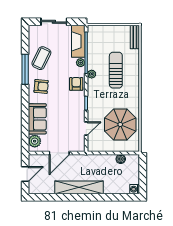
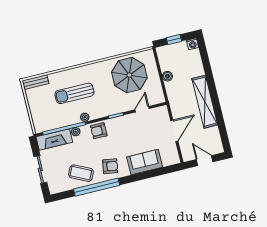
window: (25, 69) -> (97, 187), width x1.46
armchair: (41, 86) -> (110, 166), turned 94
door: (86, 128) -> (142, 109), hinge flipped
plant: (35, 141) -> (168, 159), removed
door: (59, 153) -> (174, 131), hinge flipped
boiler: (121, 159) -> (167, 76), moved
window: (143, 173) -> (174, 39), added

